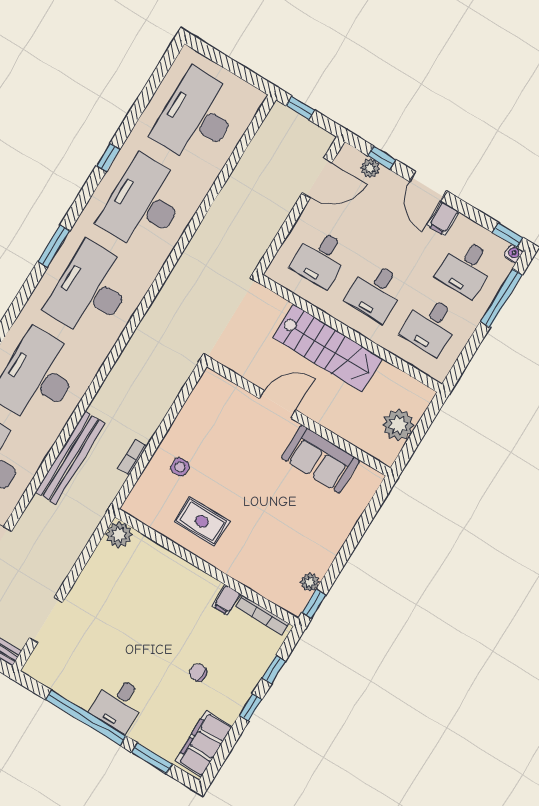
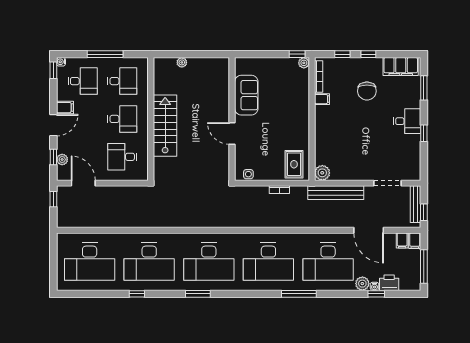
window: (300, 108) -> (53, 199), moved
desk: (321, 258) -> (122, 157), turned 180
window: (501, 298) -> (105, 54), moved
door: (278, 404) -> (232, 133), moved
wall: (299, 417) -> (232, 119), moved
plant: (398, 425) -> (182, 62), width x0.53, depth x0.53
bench: (70, 458) -> (336, 193), moved
sofa: (321, 459) -> (246, 95), moved
side table: (180, 467) -> (248, 174), moved
rug: (202, 521) -> (294, 164), moved
plant: (310, 582) -> (304, 63), moved
chair: (198, 672) -> (367, 91), width x1.87, depth x1.87
window: (86, 718) -> (424, 133), width x0.32

